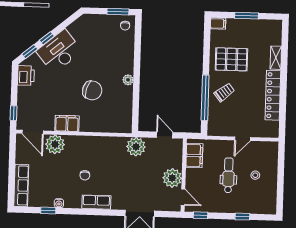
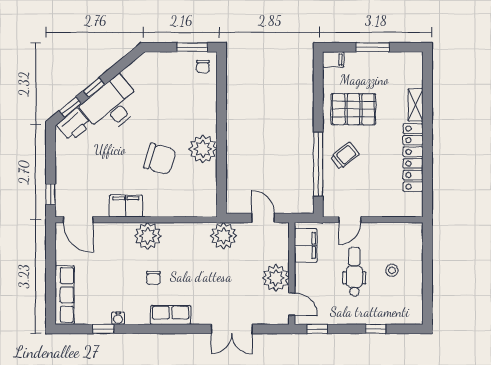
printer: (26, 75) -> (74, 125), moved, turned 50
plant: (128, 80) -> (203, 149), width x1.87, depth x1.87
door: (242, 139) -> (350, 220), moved
plant: (55, 144) -> (148, 236), moved

